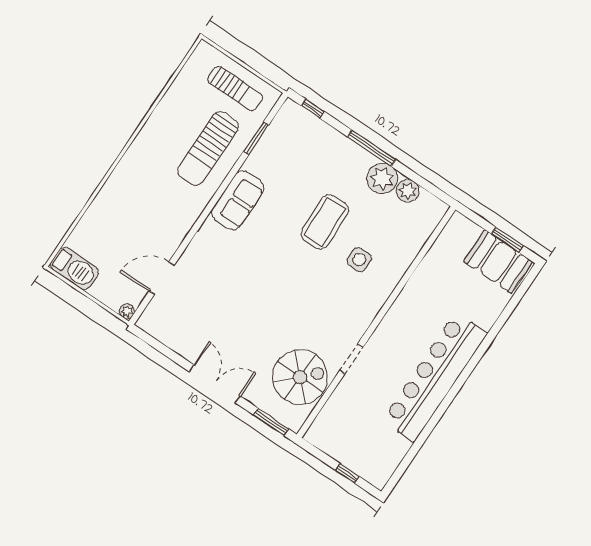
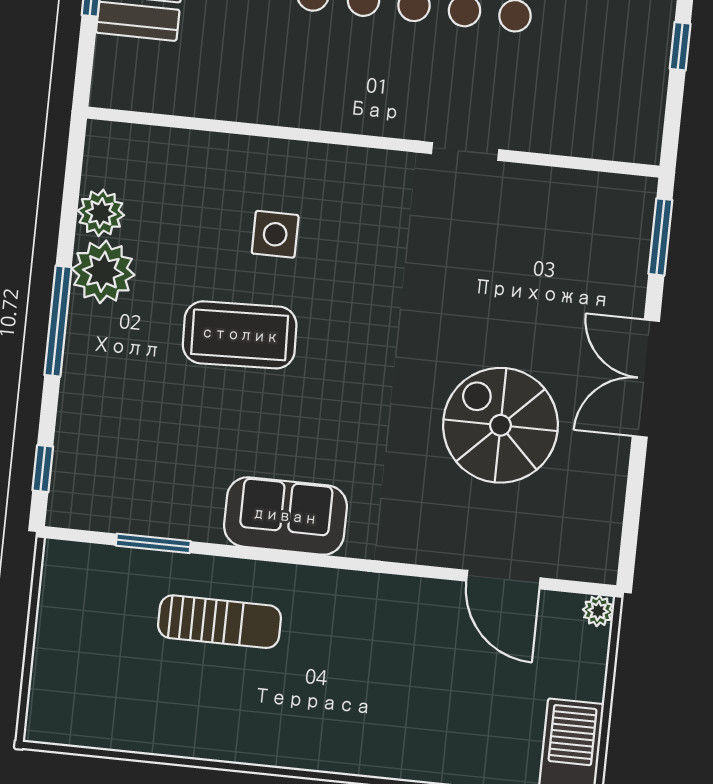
sun lounger: (235, 89) -> (82, 631), removed
sun lounger: (208, 149) -> (220, 622), width x0.73, depth x0.75
spiral stairs: (300, 377) -> (500, 425), moved

